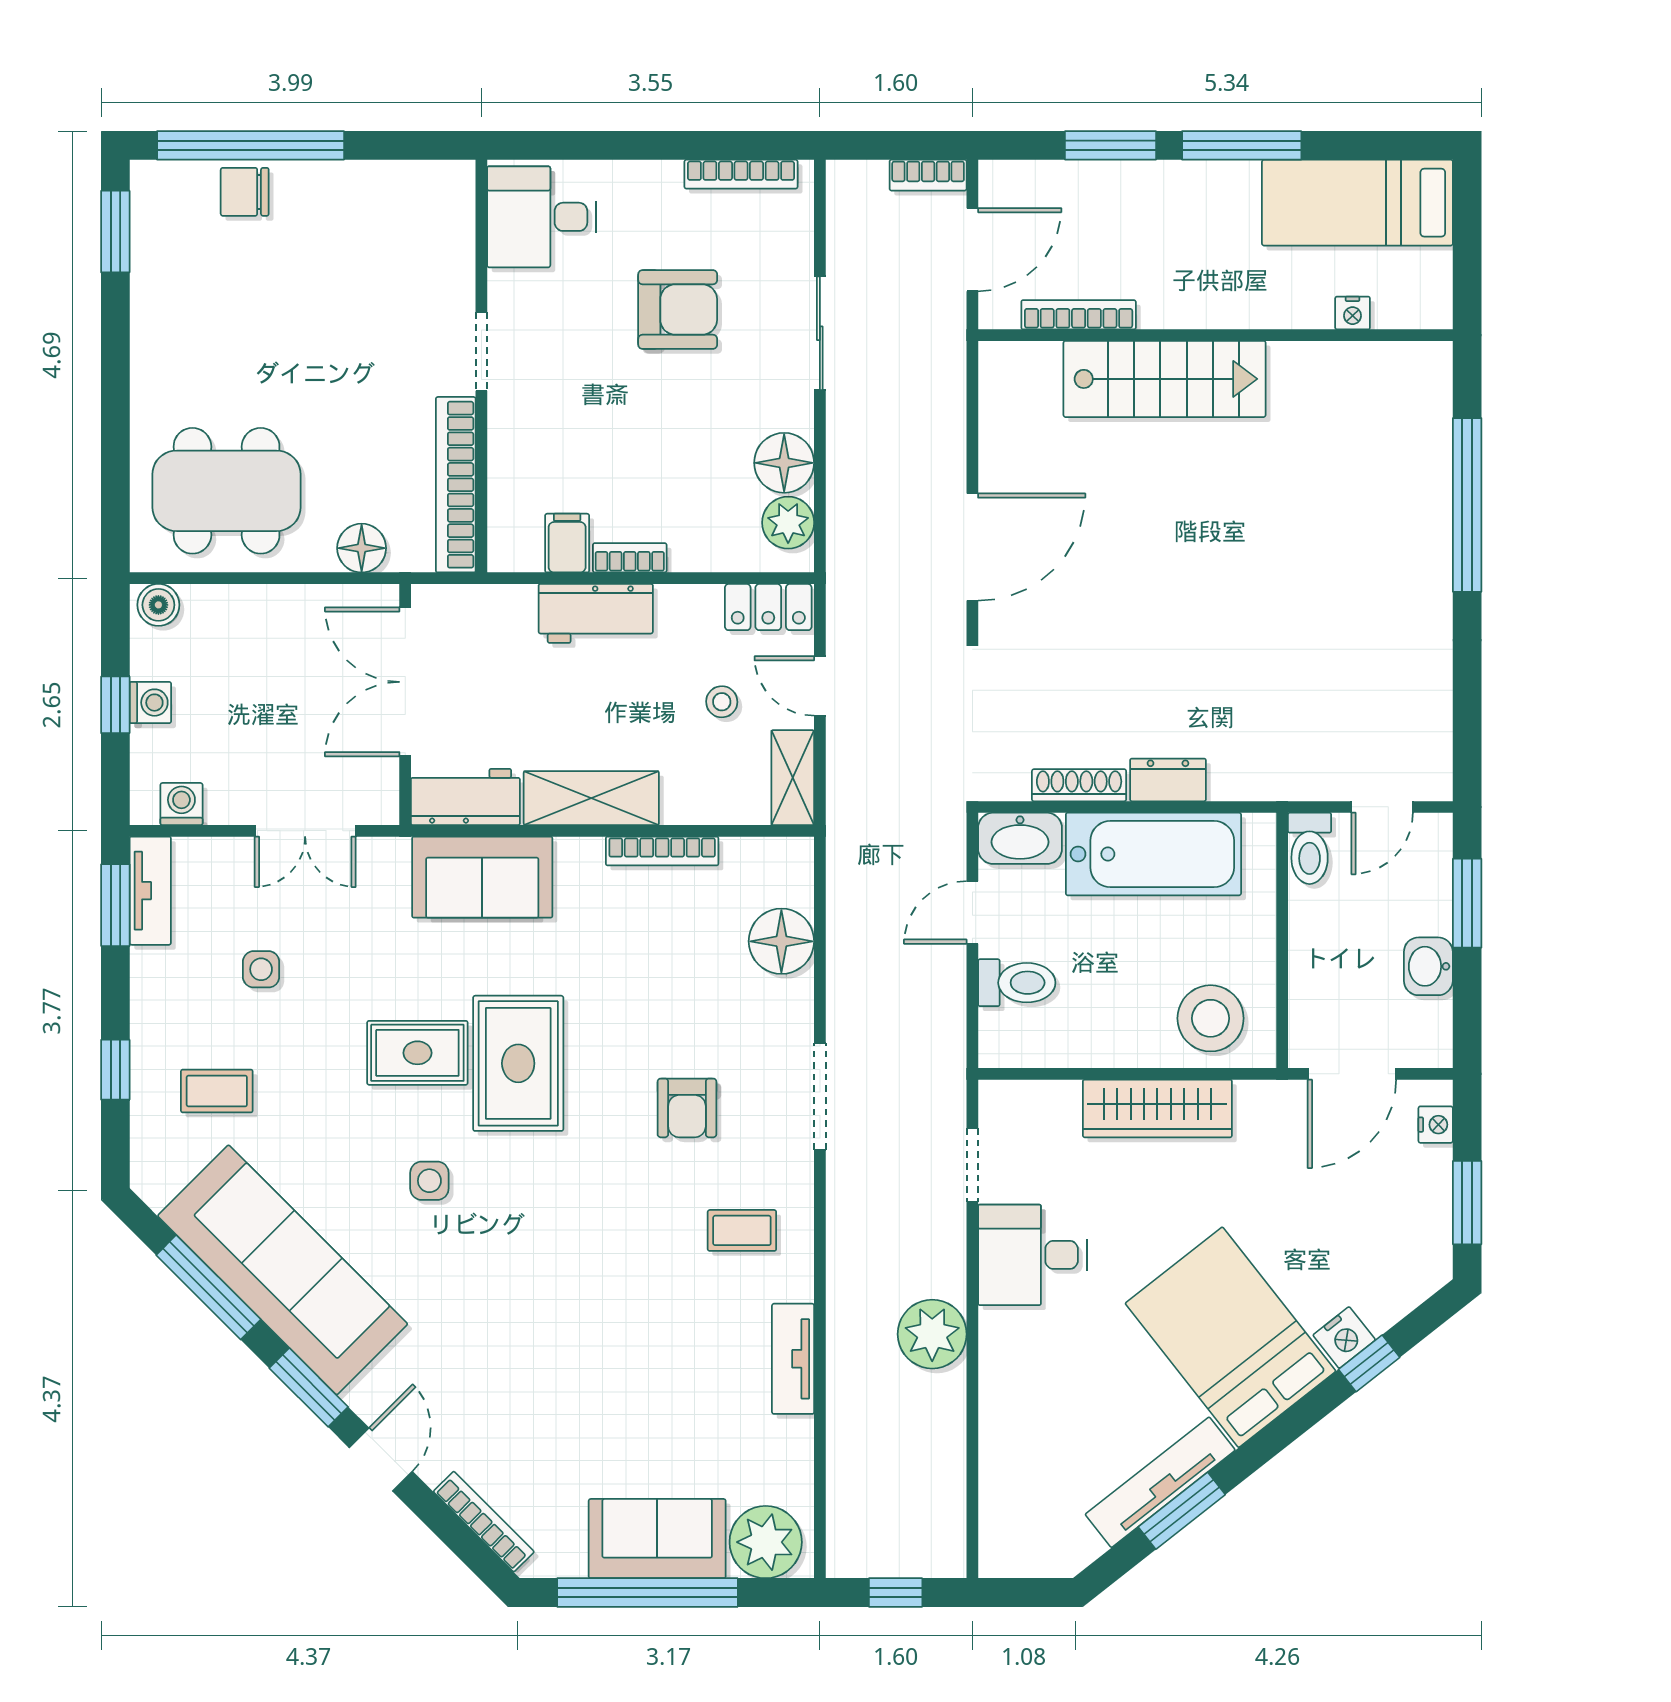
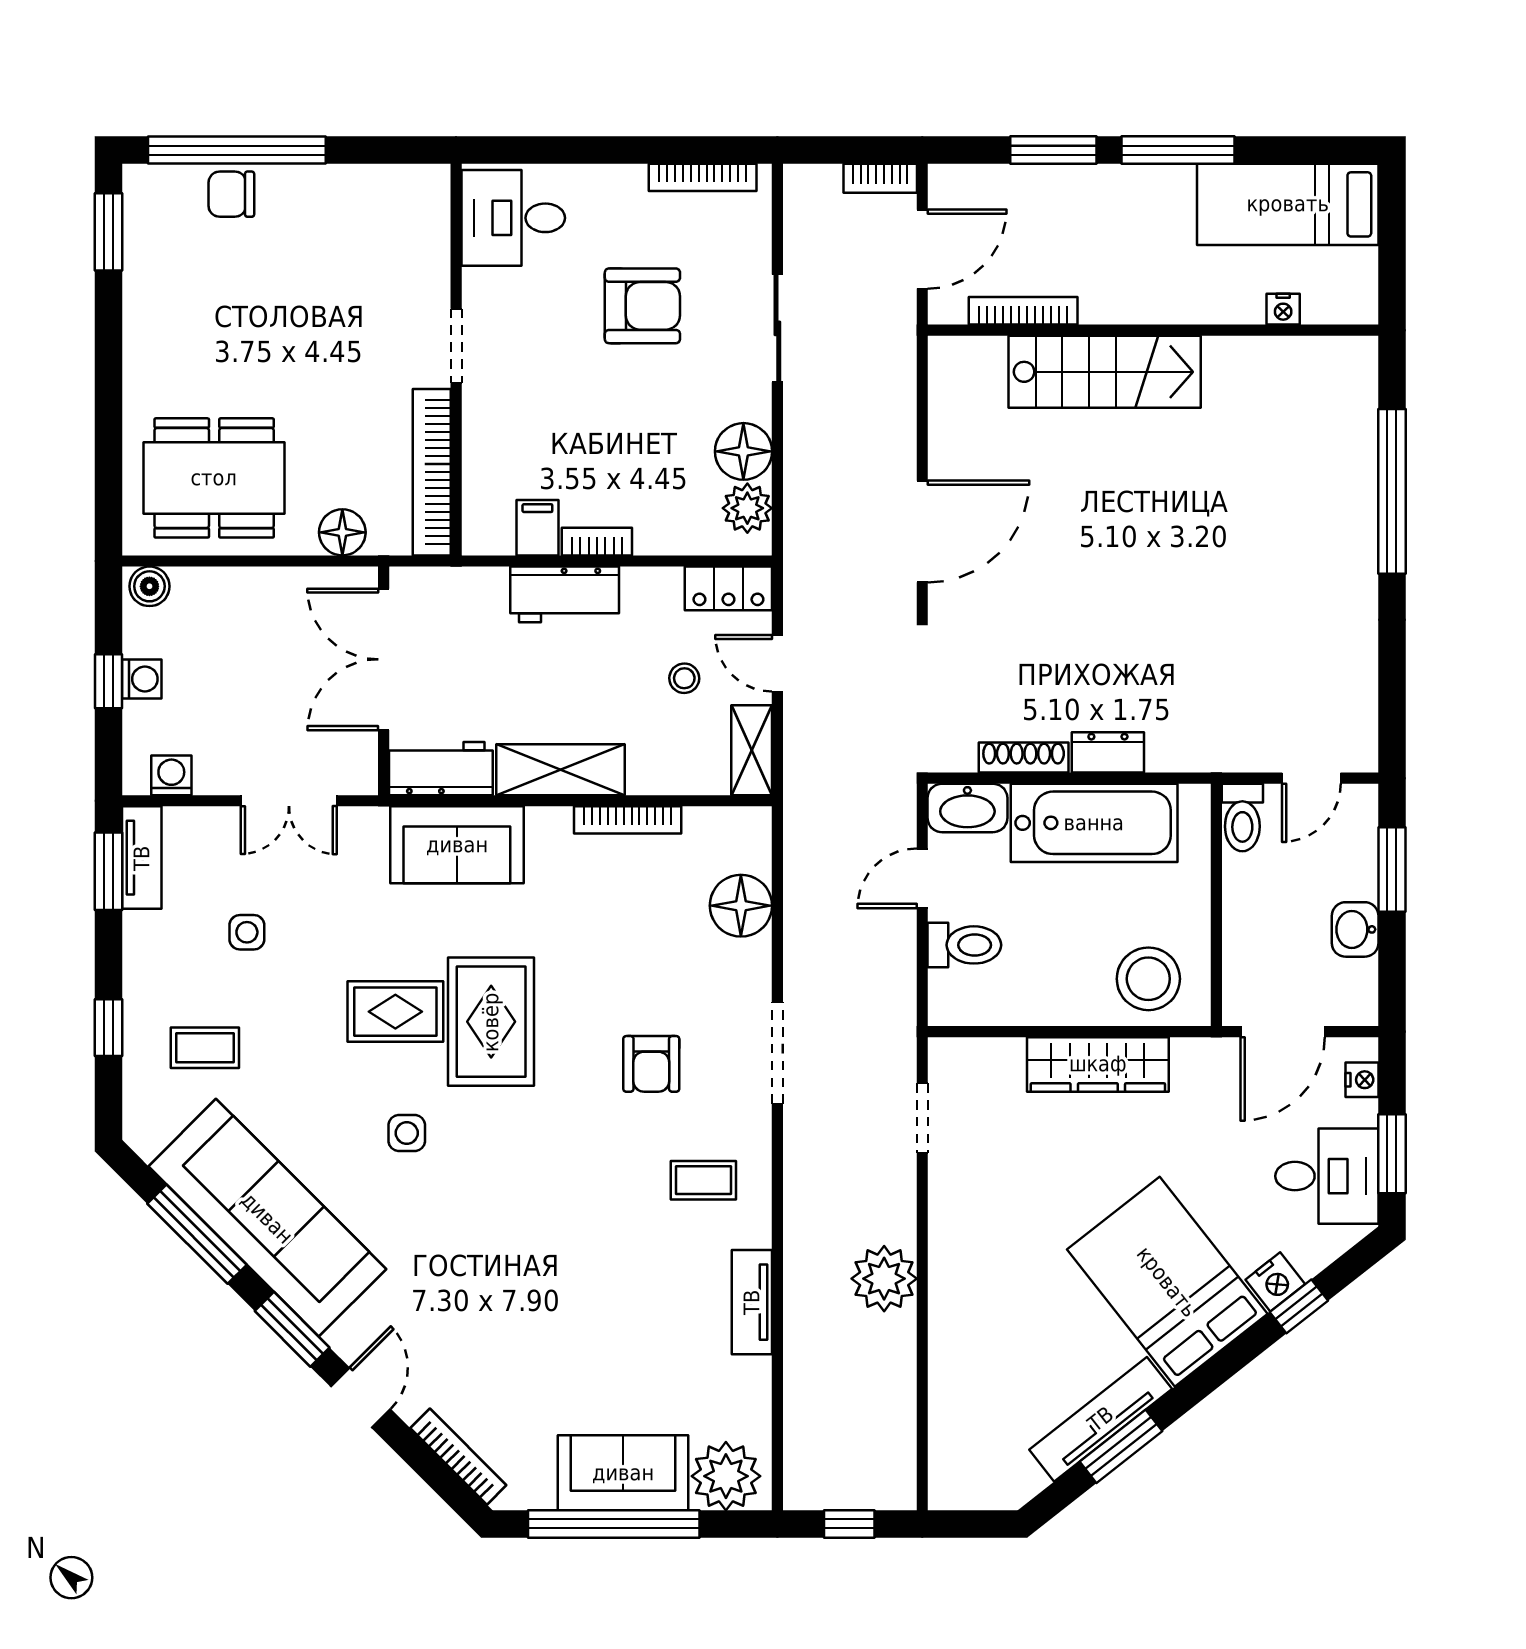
desk: (1032, 1255) -> (1327, 1176), moved, turned 180

